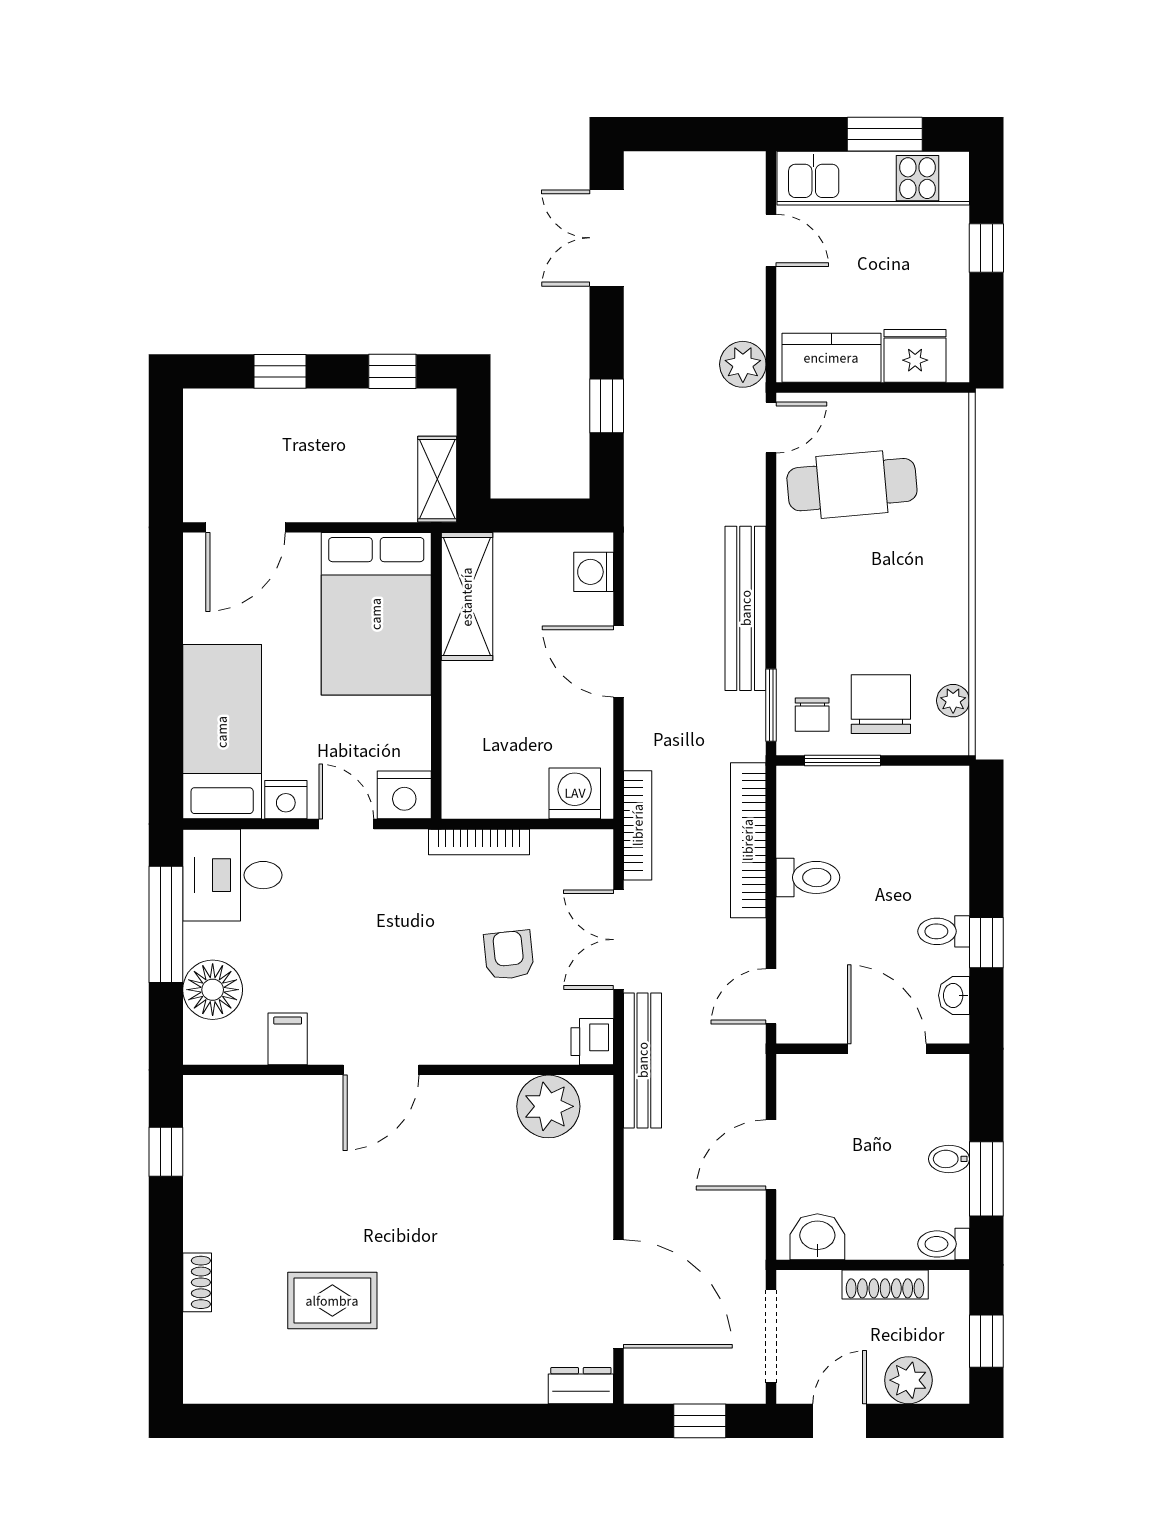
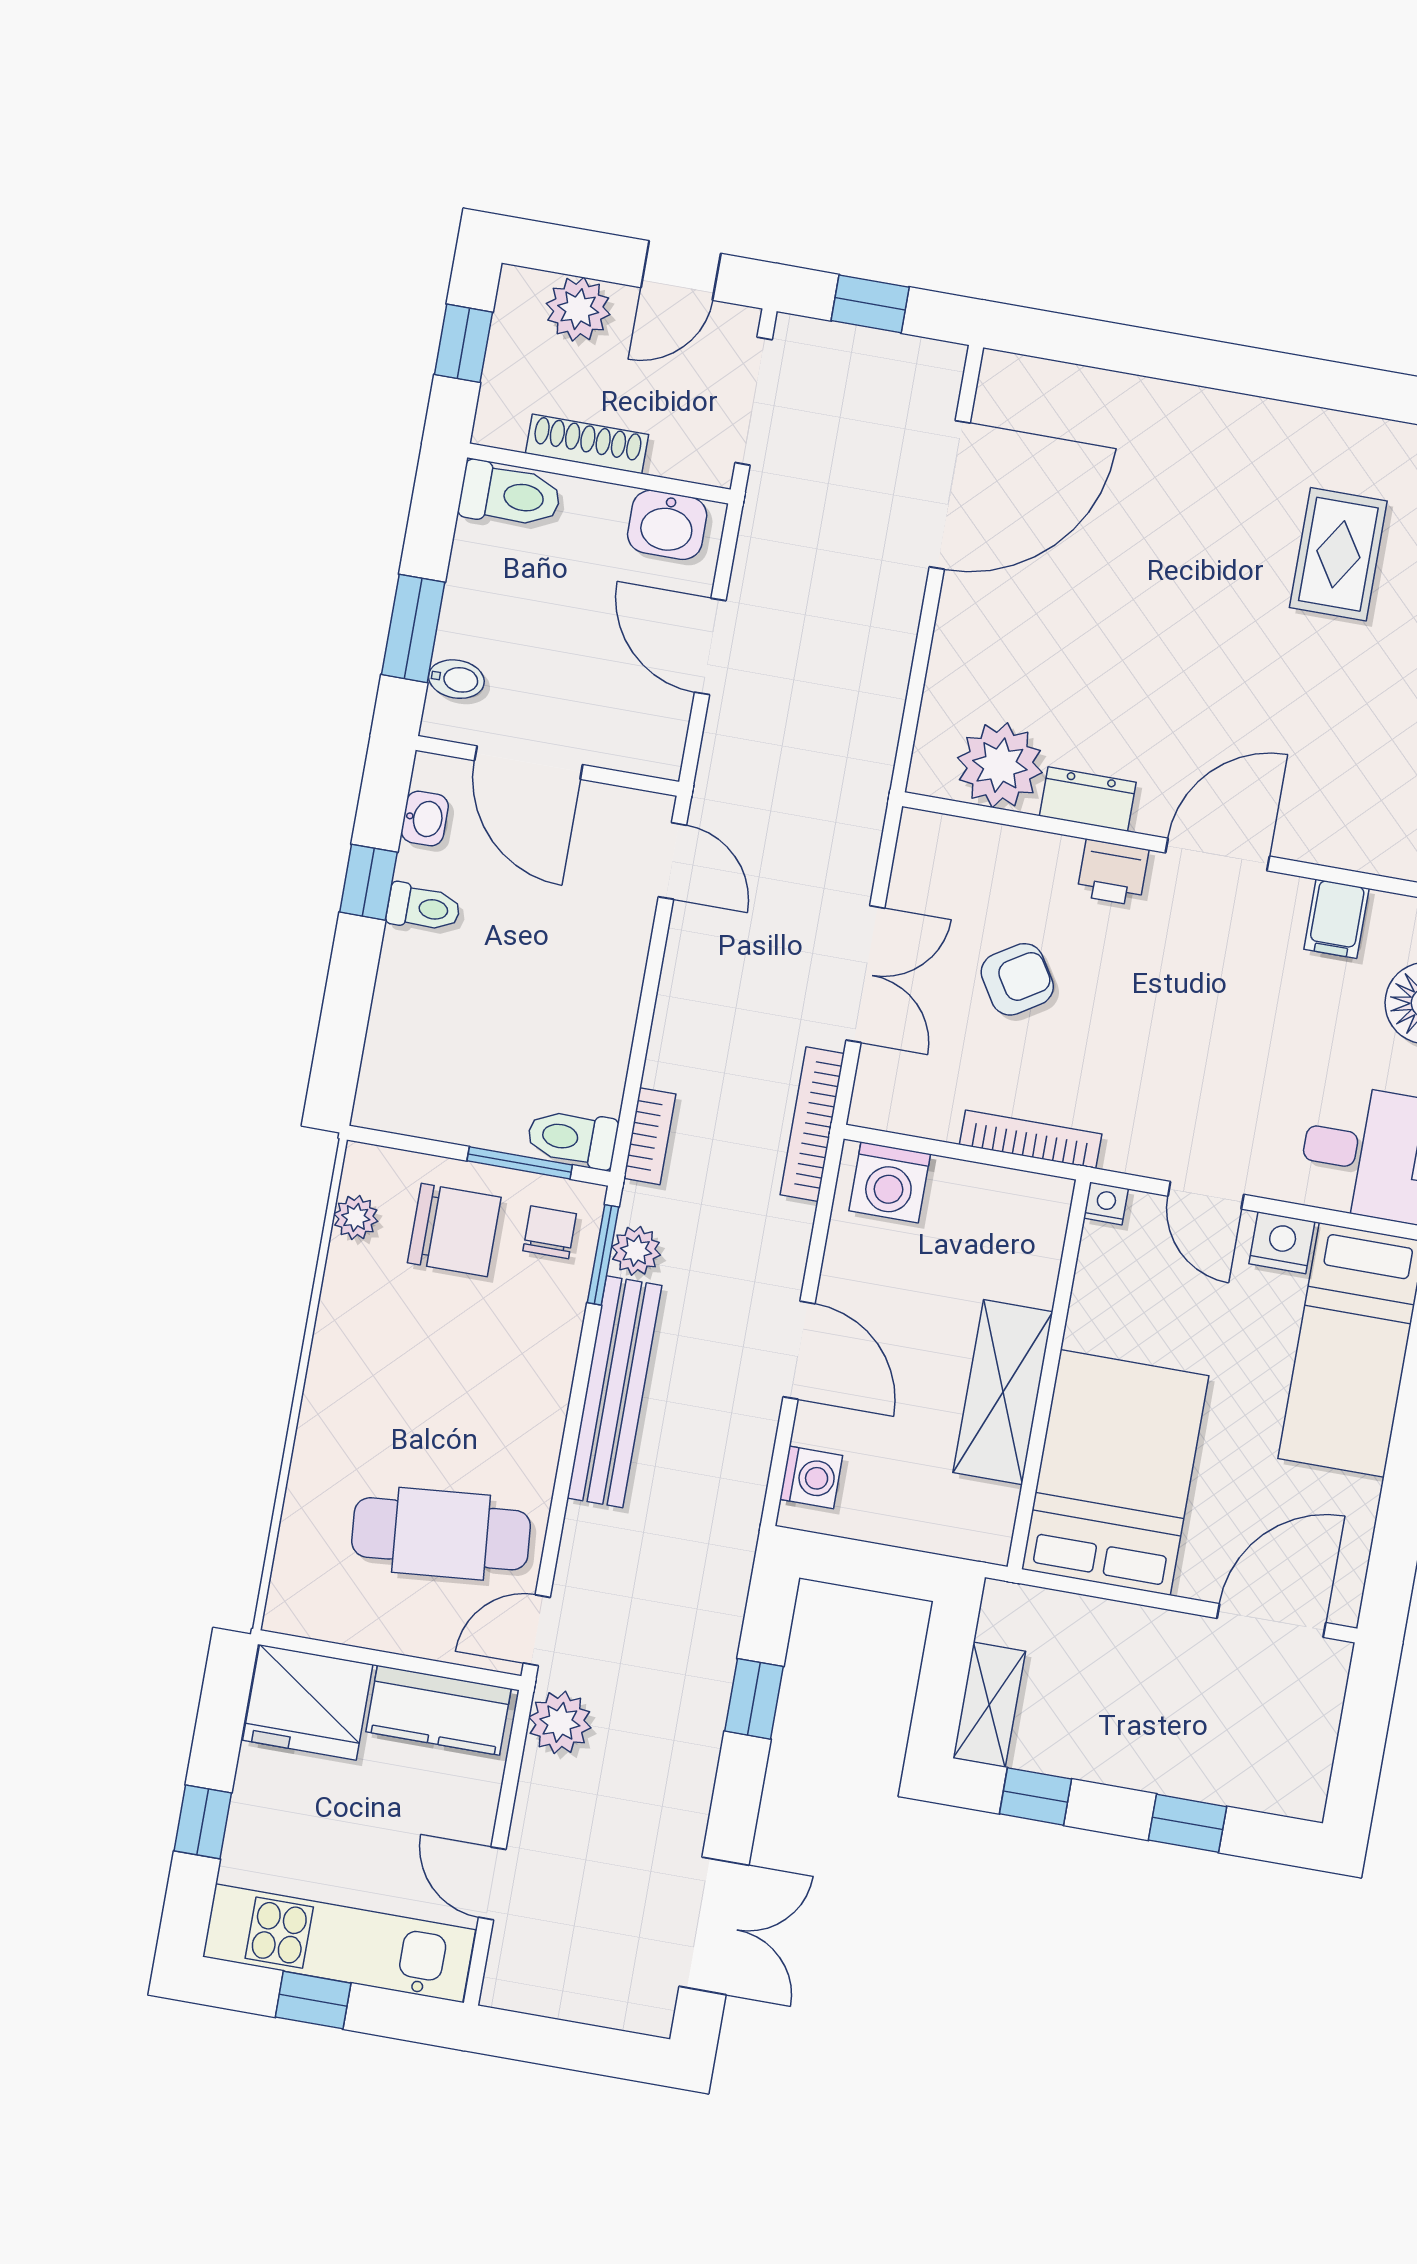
window: (885, 134) -> (313, 2000), width x0.67
fridge: (915, 356) -> (308, 1702), width x1.36, depth x1.34
shelving: (437, 479) -> (989, 1705), moved
shelving: (467, 597) -> (1003, 1392), moved
chair: (881, 704) -> (454, 1230), turned -90
plant: (748, 712) -> (636, 1251), added
nightstand: (404, 795) -> (1106, 1203), width x0.53, depth x0.56
bookcase: (748, 840) -> (650, 1136), width x0.43, depth x0.76
toilet: (808, 877) -> (572, 1138), moved
armchair: (509, 955) -> (1017, 979), turned -116
door: (771, 996) -> (672, 861), hinge flipped
printer: (592, 1042) -> (1113, 873), moved, turned 90
bench: (643, 1060) -> (862, 805), removed
door: (771, 1155) -> (710, 647), swing flipped
bidet: (949, 1159) -> (456, 679), moved
window: (986, 1179) -> (413, 628), moved
toilet: (944, 1244) -> (510, 495), width x1.37, depth x1.39
door: (618, 1294) -> (950, 495), swing flipped
rug: (332, 1301) -> (1338, 554), turned 90
dresser: (581, 1386) -> (1088, 799), moved, turned 180

